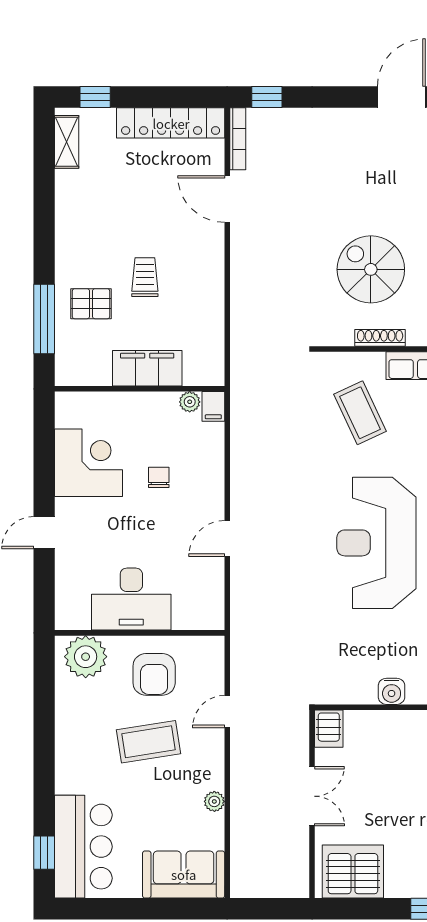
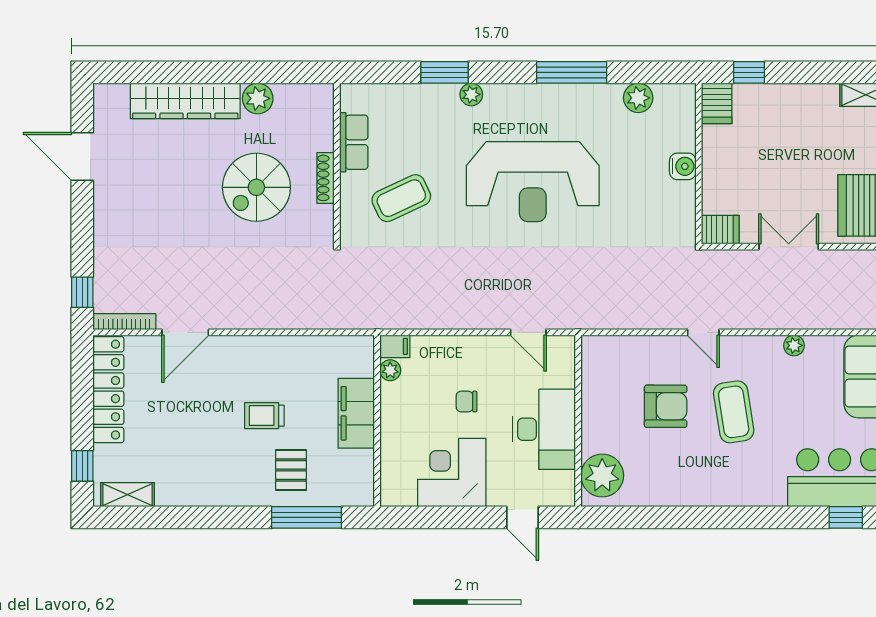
desk: (131, 599) -> (544, 429), moved
wall: (140, 633) -> (578, 421), moved
plant: (86, 657) -> (602, 475), moved

